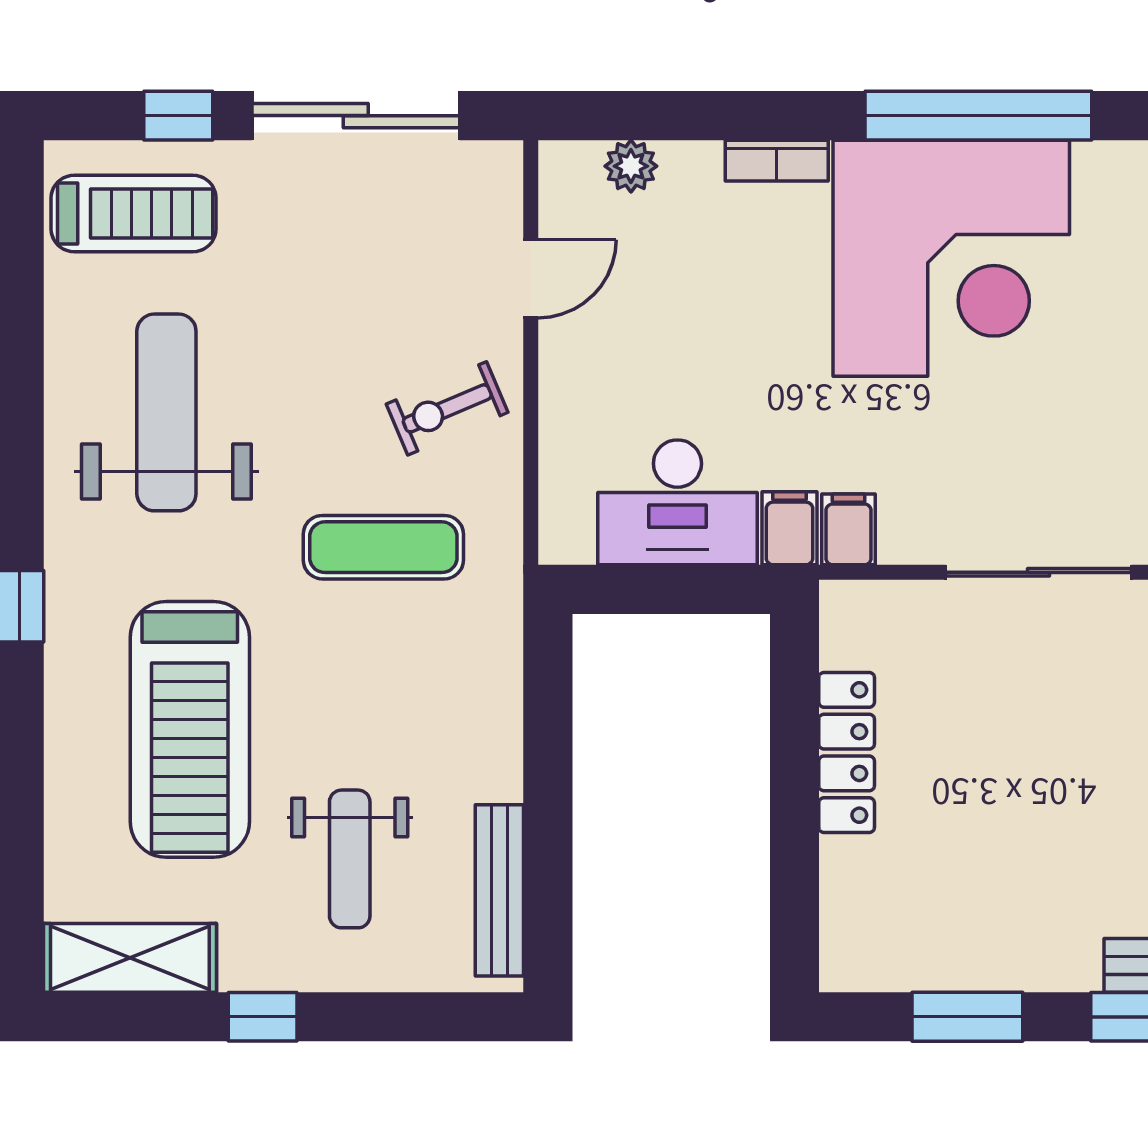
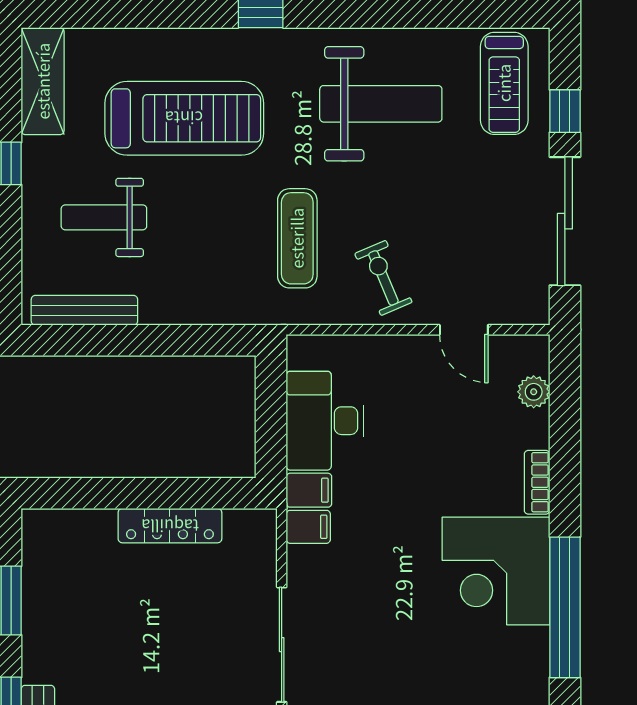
corner desk: (951, 258) -> (496, 571), width x0.74, depth x0.74
treadmill: (190, 729) -> (184, 118), turned 180

